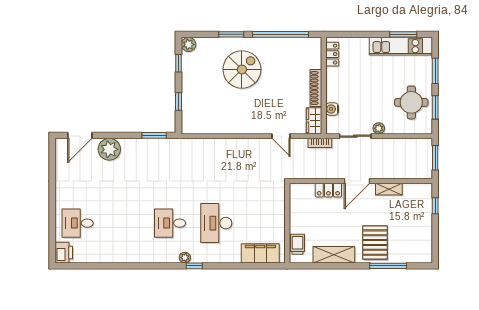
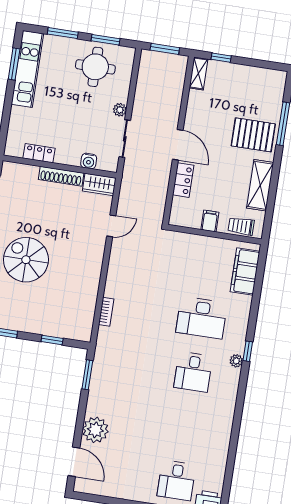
locker: (332, 54) -> (39, 153), moved
bookcase: (320, 143) -> (106, 312), moved
shelving: (389, 189) -> (198, 73), moved
filing cabinet: (298, 218) -> (210, 221), added

